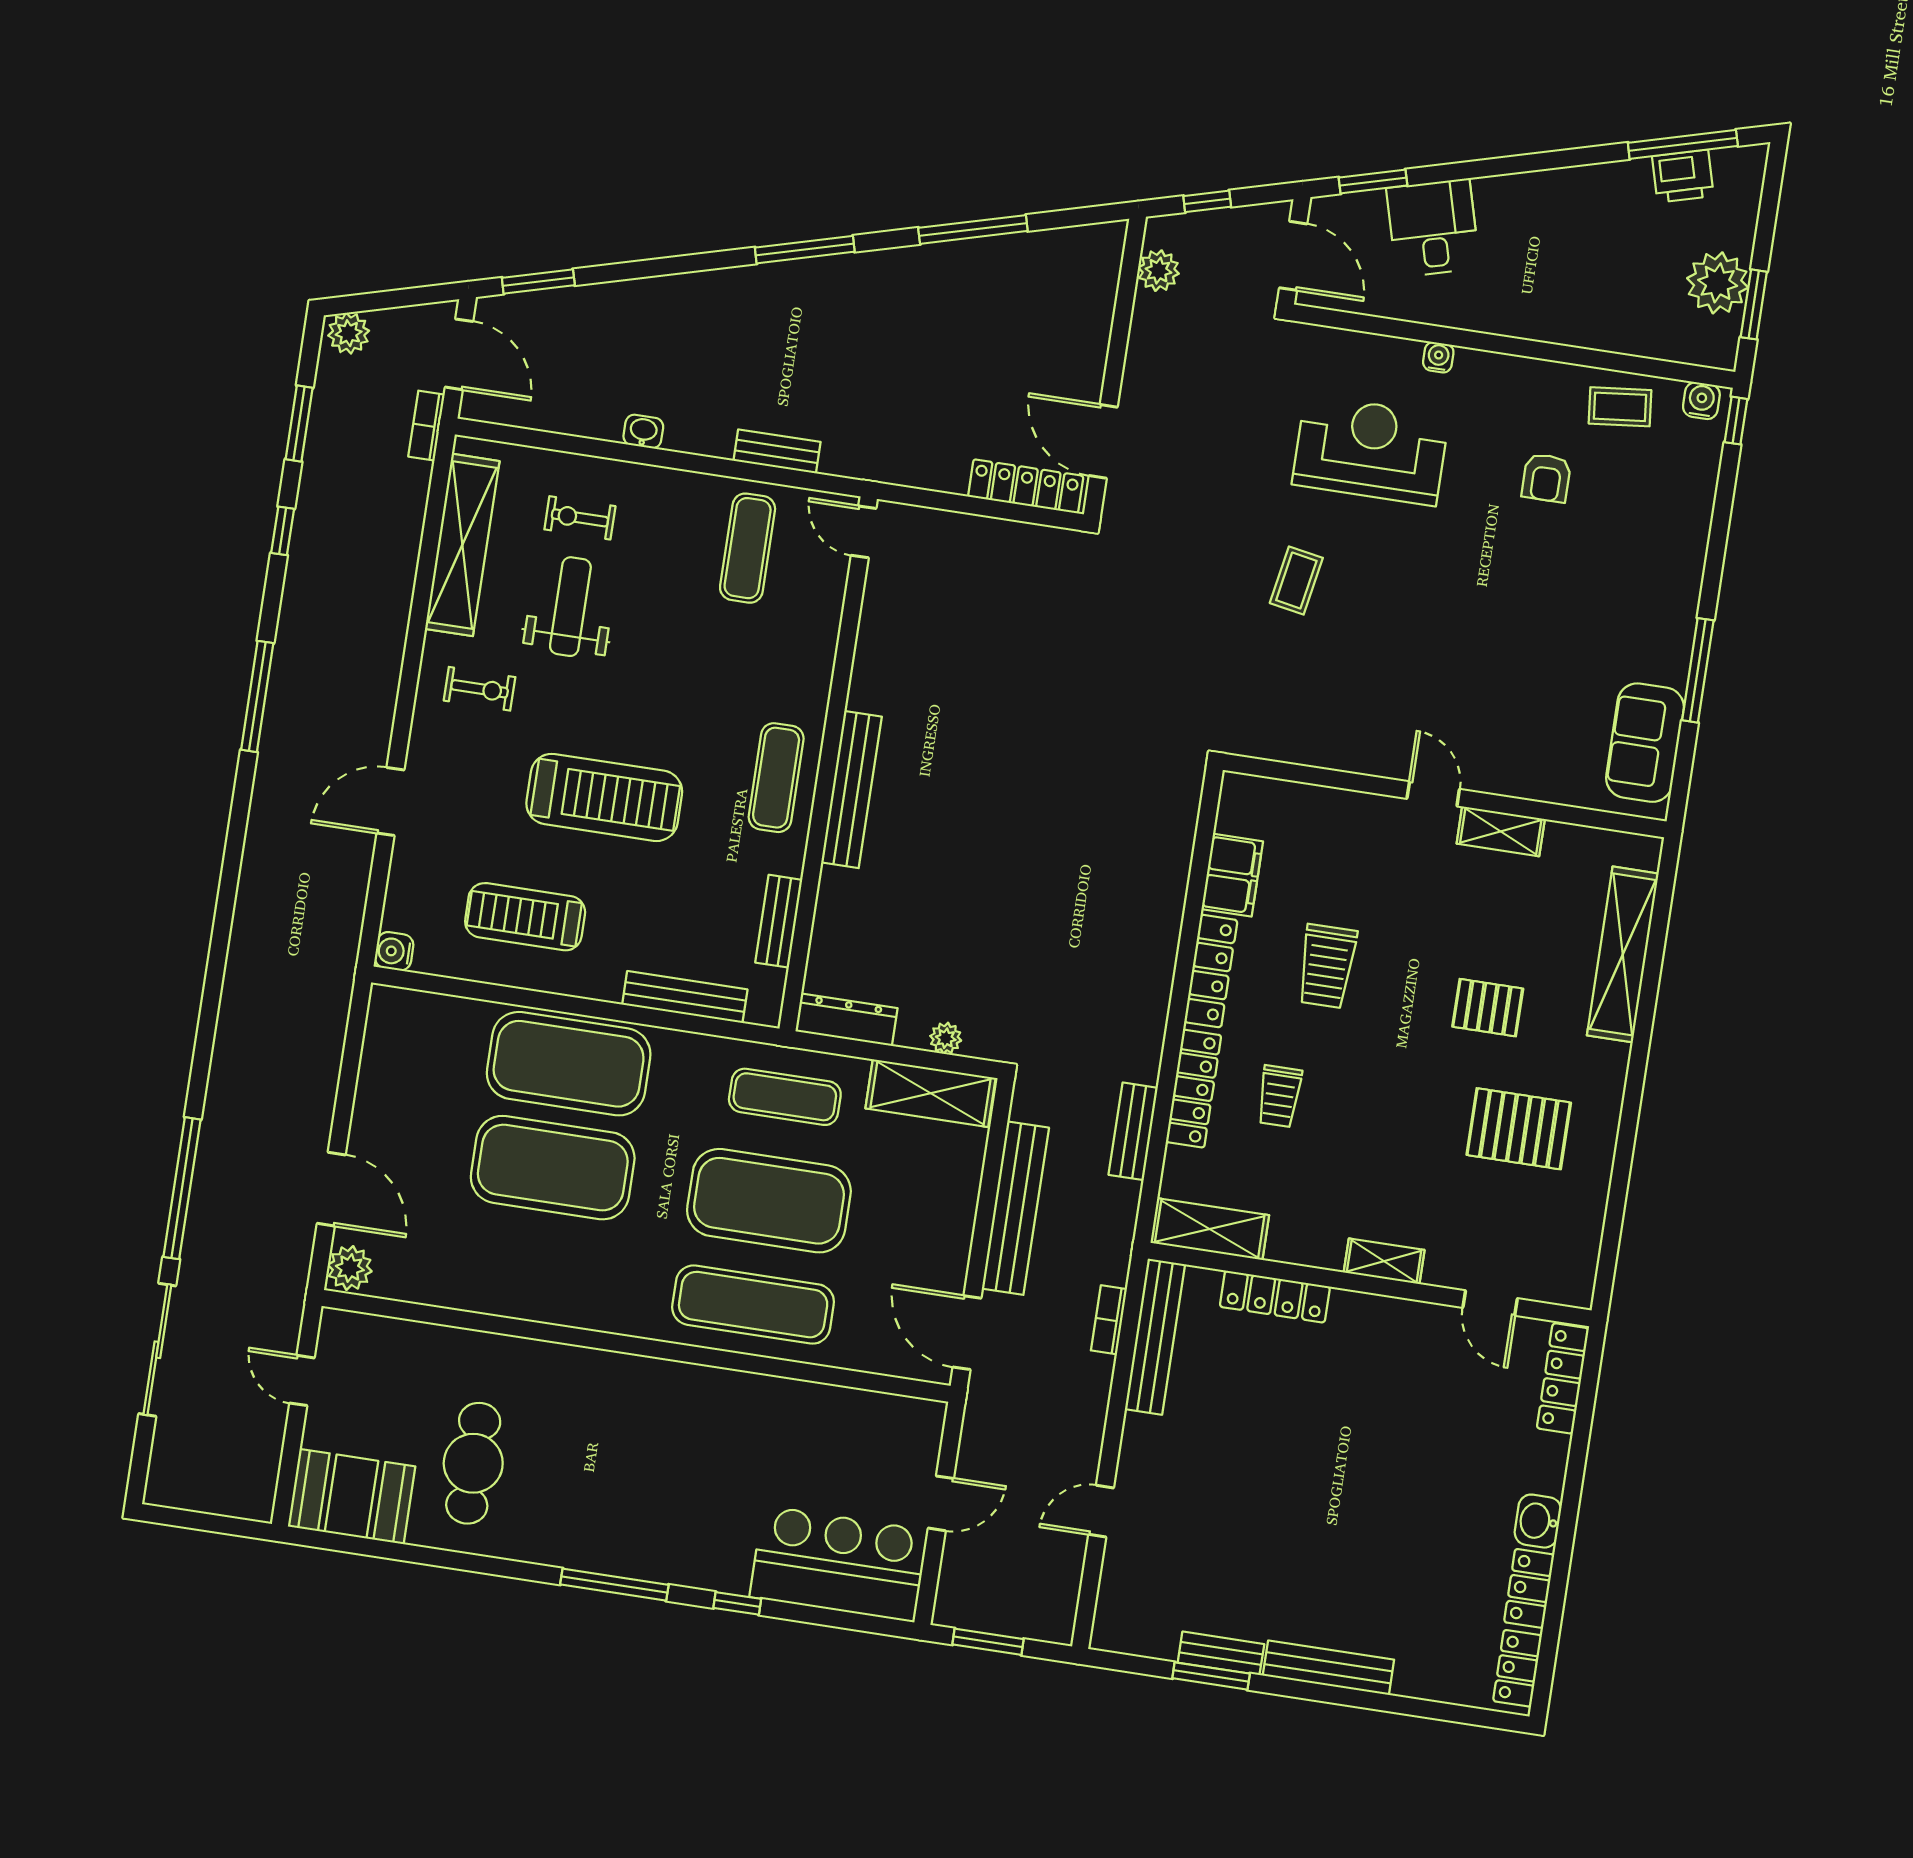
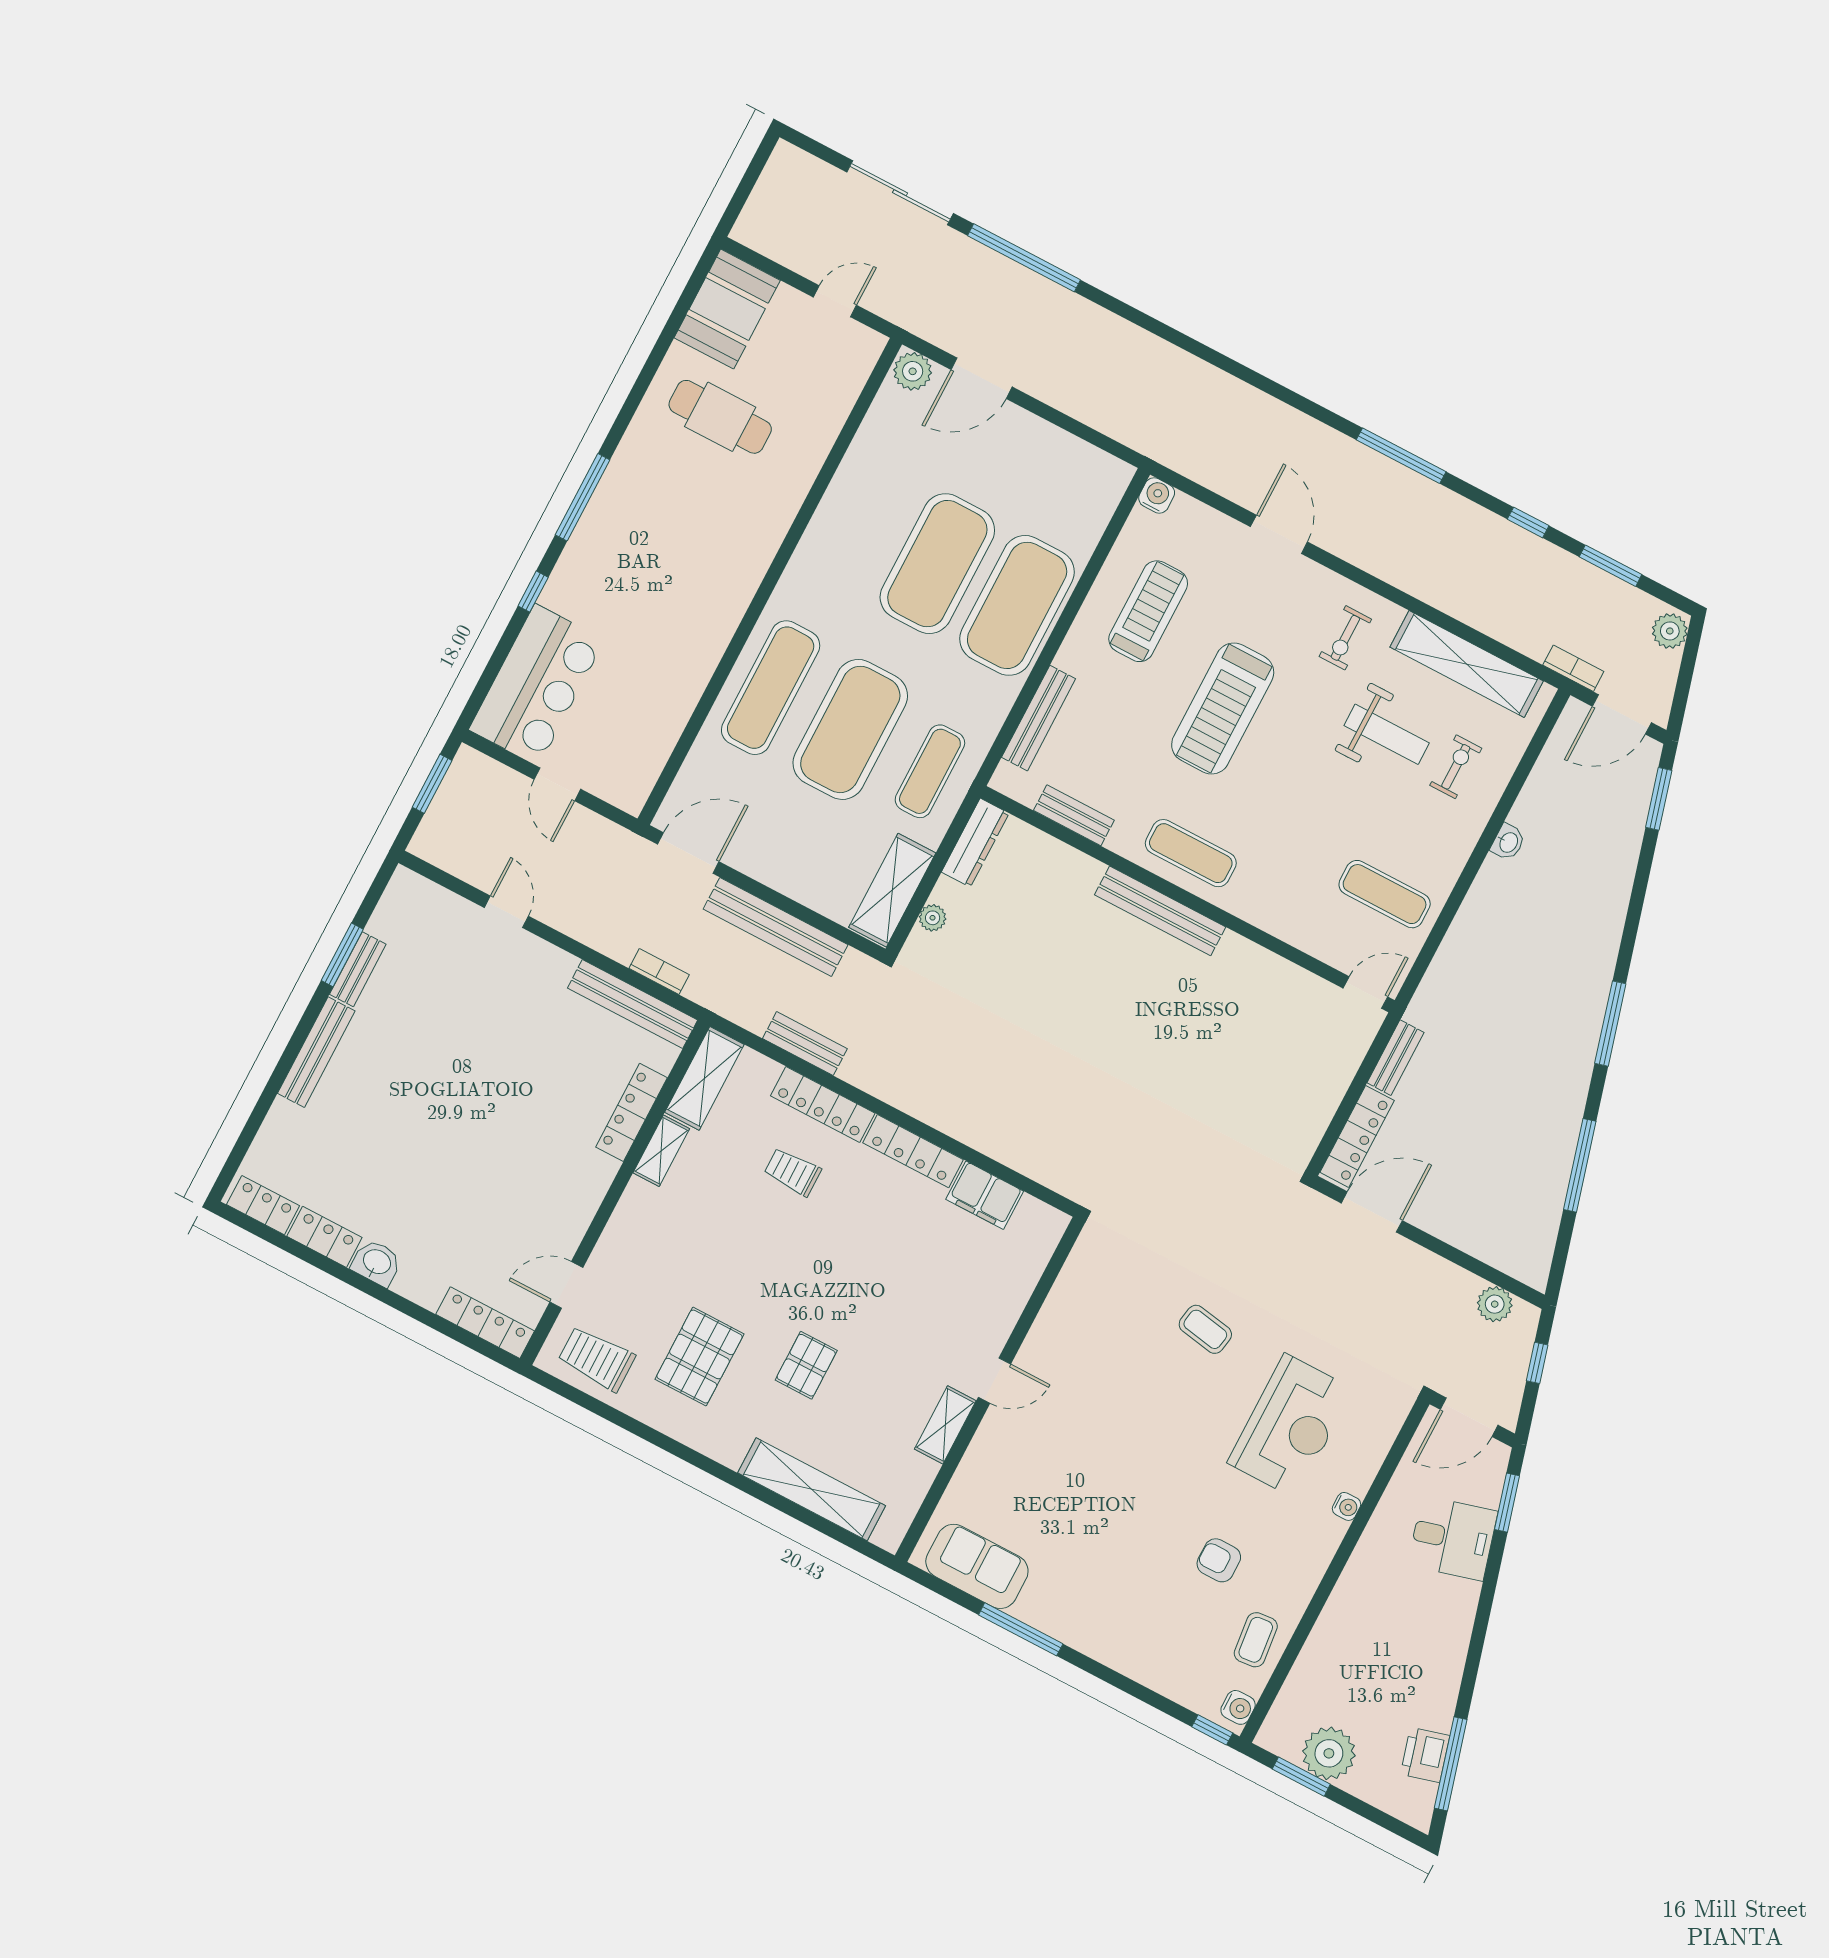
bench: (777, 451) -> (1395, 1058), moved
trolley: (1327, 966) -> (597, 1359), moved
shelving: (1384, 1261) -> (661, 1151), moved

